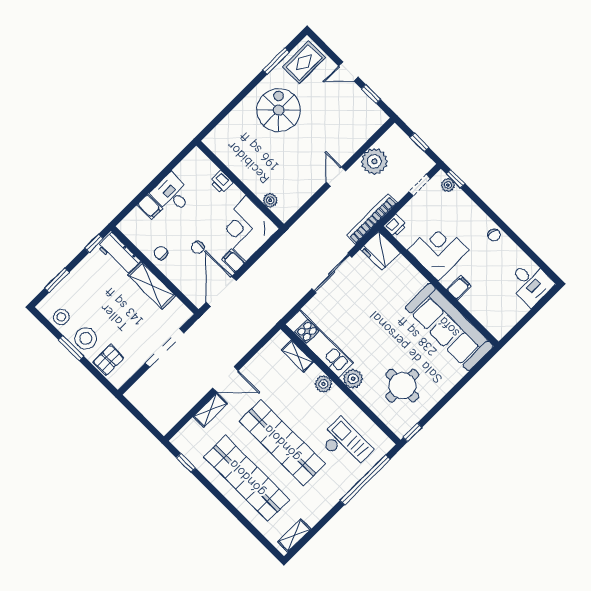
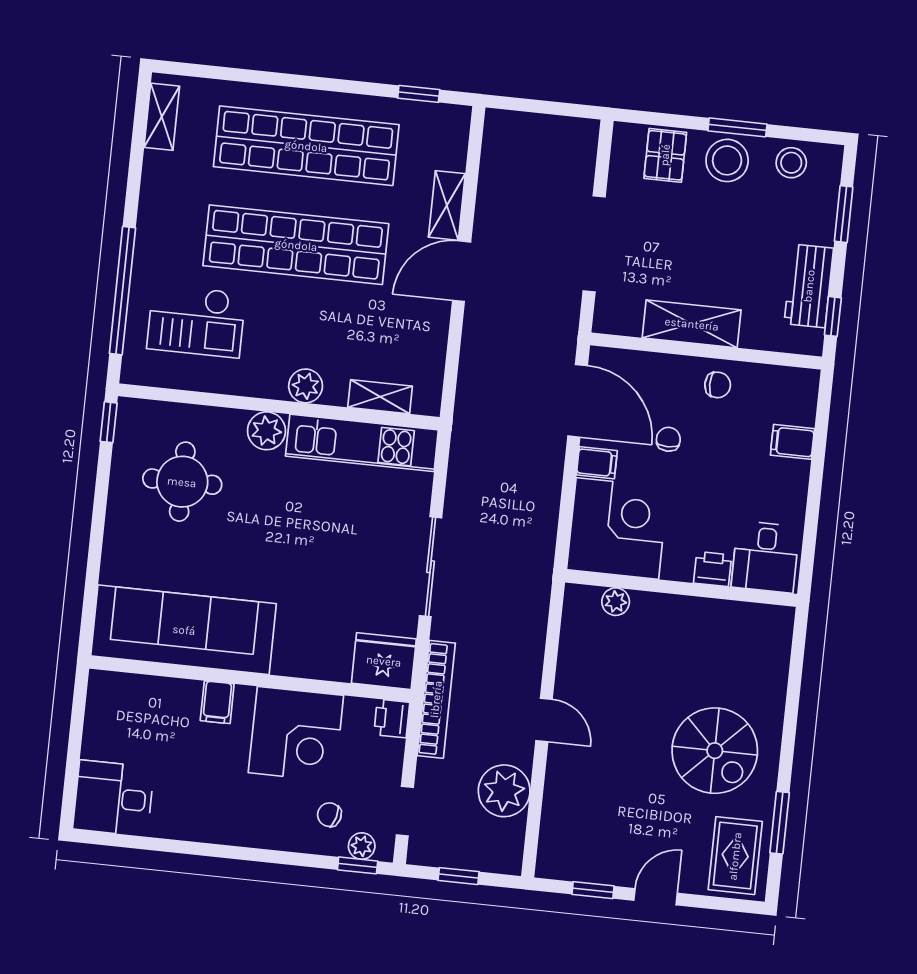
desk: (172, 194) -> (765, 557), moved, turned 90
chair: (494, 235) -> (329, 815), moved
workbench: (119, 254) -> (809, 286), moved, turned -90

